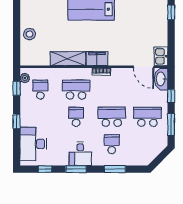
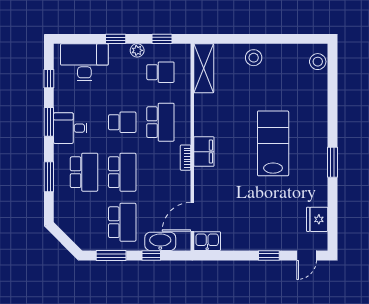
stool: (29, 34) -> (254, 58), moved
shelving: (68, 59) -> (204, 68), moved
plant: (25, 78) -> (137, 50), moved
washbasin: (161, 79) -> (160, 241), moved
school desk: (112, 144) -> (84, 172), width x1.85

